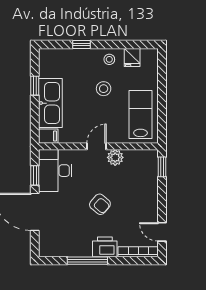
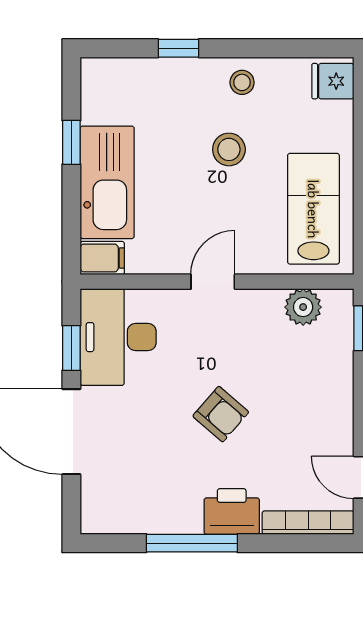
fridge: (132, 57) -> (333, 81), moved, turned 90
plant: (115, 157) -> (303, 307), moved

